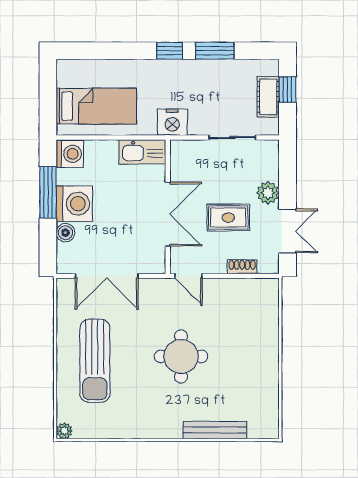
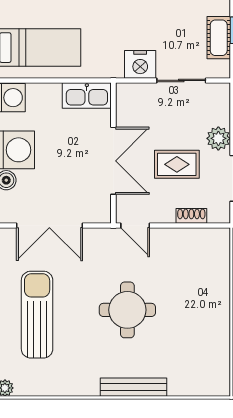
nightstand: (172, 122) -> (140, 64), moved
sun lounger: (95, 361) -> (37, 315), turned 180
bench: (215, 430) -> (134, 387), moved

